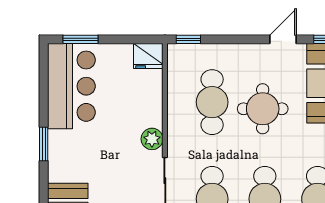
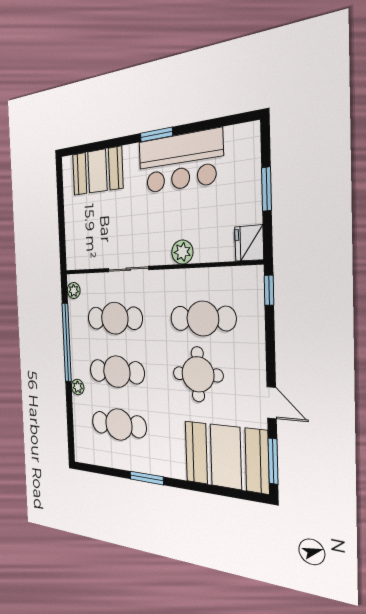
window: (81, 39) -> (267, 189), moved
bar counter: (71, 86) -> (180, 162), moved
plant: (152, 139) -> (182, 252), moved

